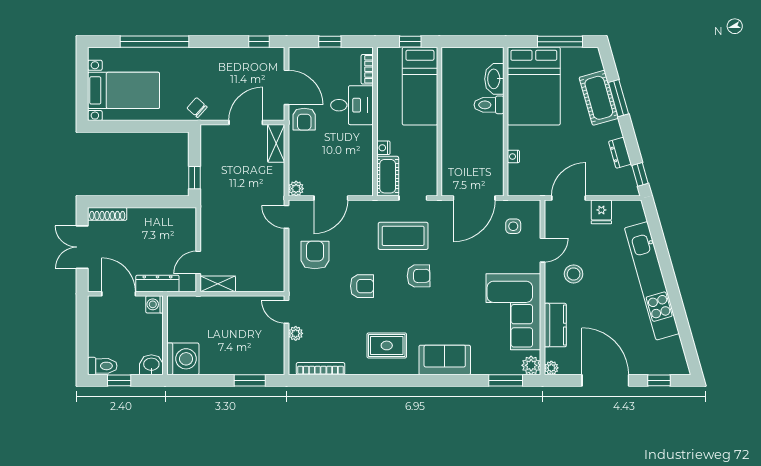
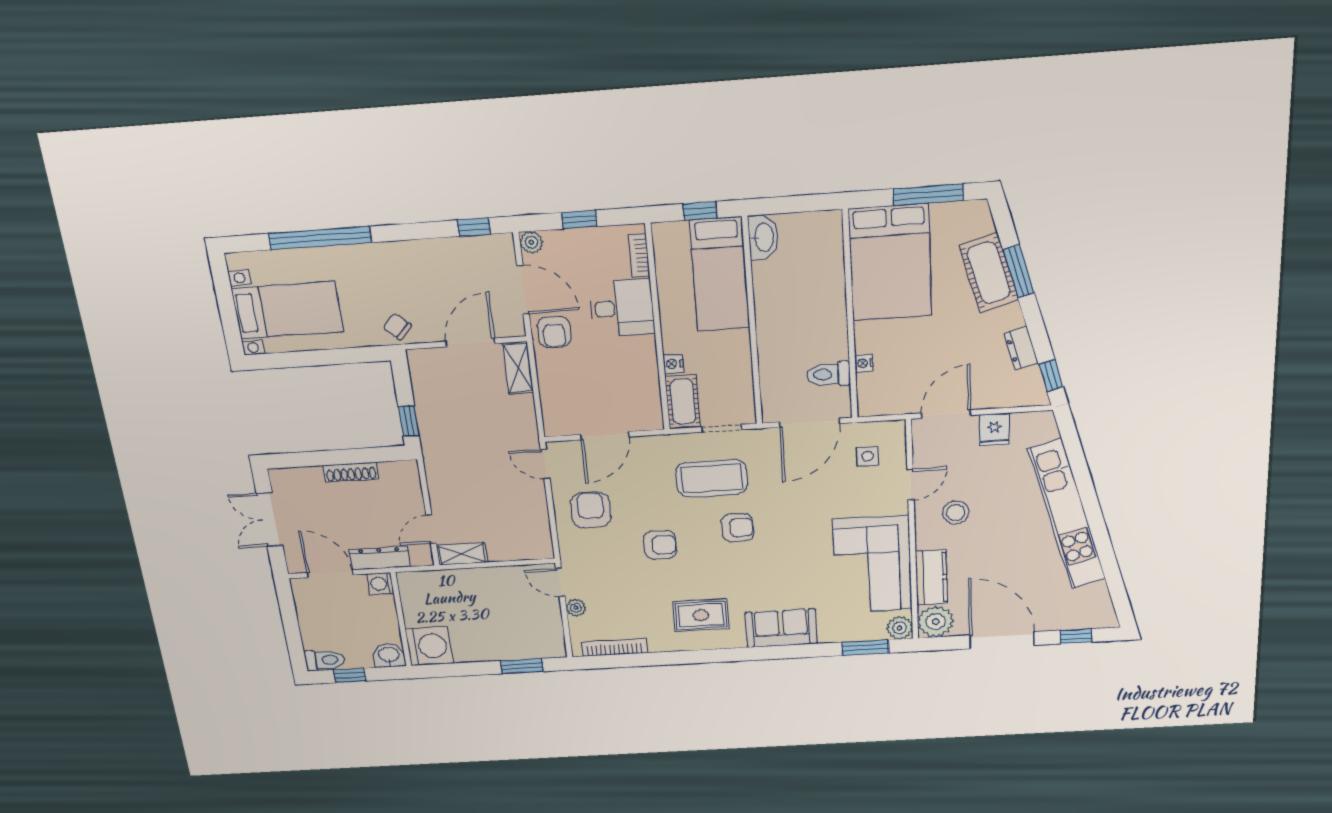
washbasin: (494, 79) -> (763, 237), moved, turned 180
toilet: (489, 105) -> (828, 374), moved
plant: (296, 189) -> (531, 242), moved
shoe rack: (107, 214) -> (351, 472), moved
plant: (551, 368) -> (936, 622), width x1.88, depth x1.88

